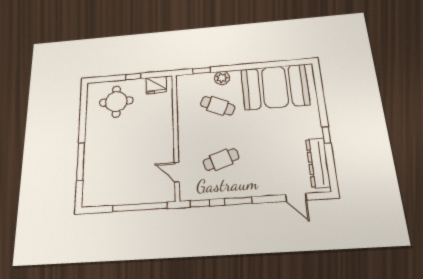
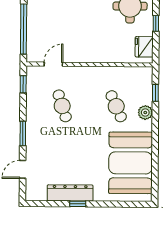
cafe table: (218, 106) -> (116, 106), turned -48
dresser: (318, 163) -> (70, 193), moved
window: (238, 201) -> (23, 134), moved

